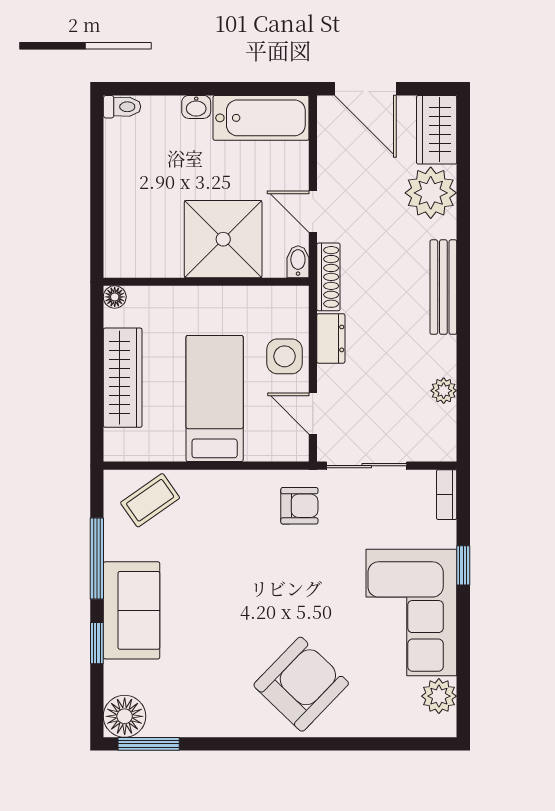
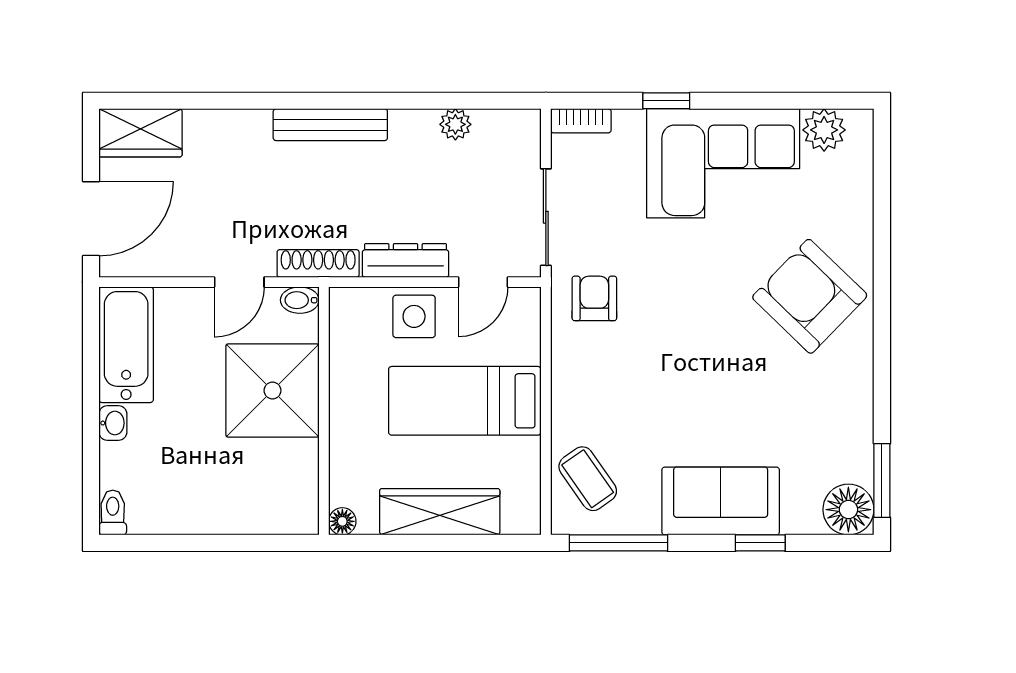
plant: (431, 193) -> (217, 140), removed
dresser: (331, 338) -> (406, 261), width x1.44
window: (97, 558) -> (619, 543), moved

